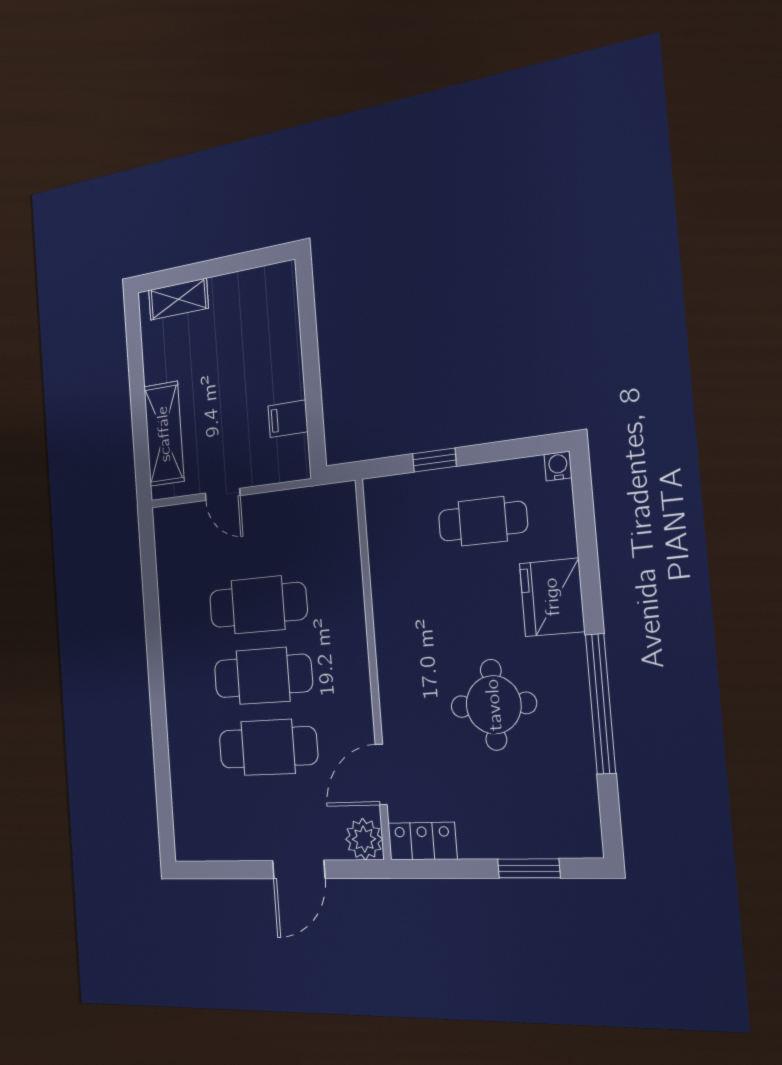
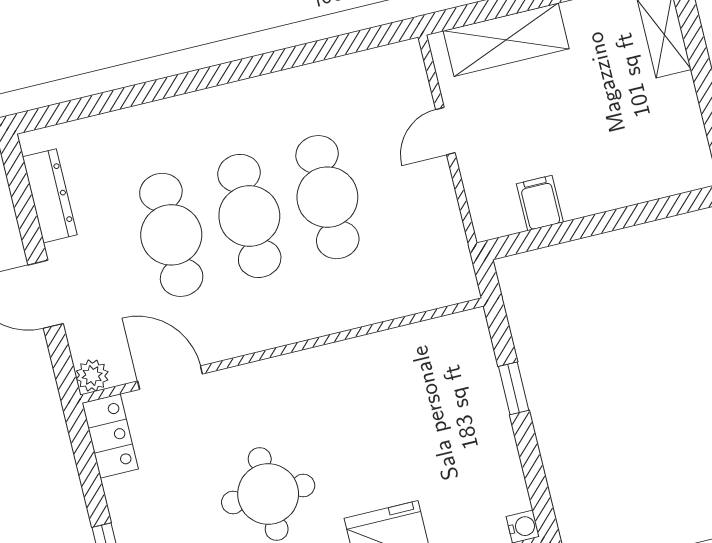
cafe table: (483, 521) -> (456, 453), removed
plant: (364, 839) -> (92, 376), width x0.73, depth x0.73
dresser: (224, 846) -> (50, 196), added

